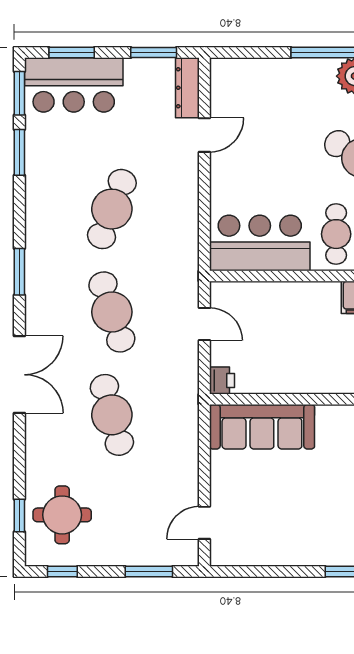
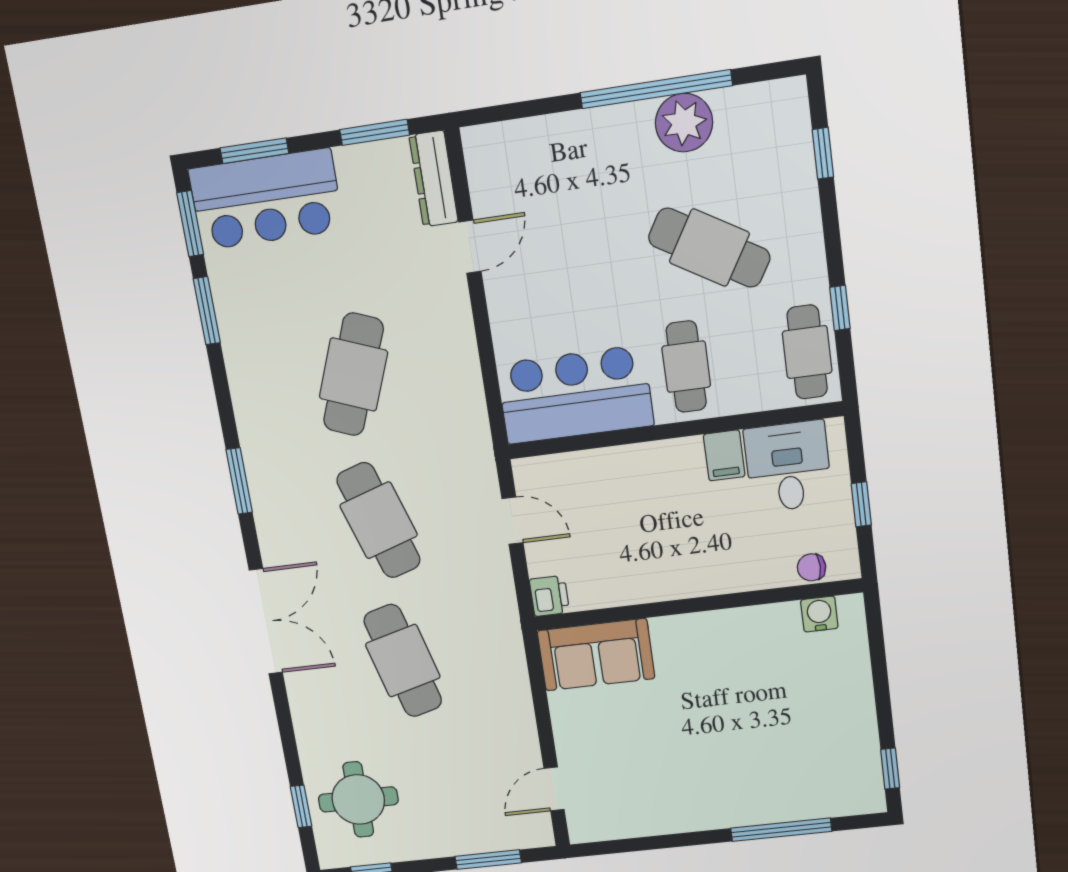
sofa: (262, 427) -> (596, 655), width x0.73

